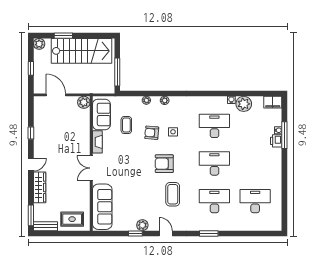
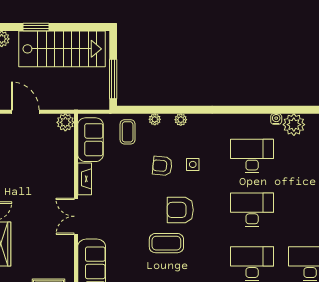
coffee table: (126, 125) -> (128, 132), moved
coffee table: (173, 194) -> (166, 243), moved, turned 90

